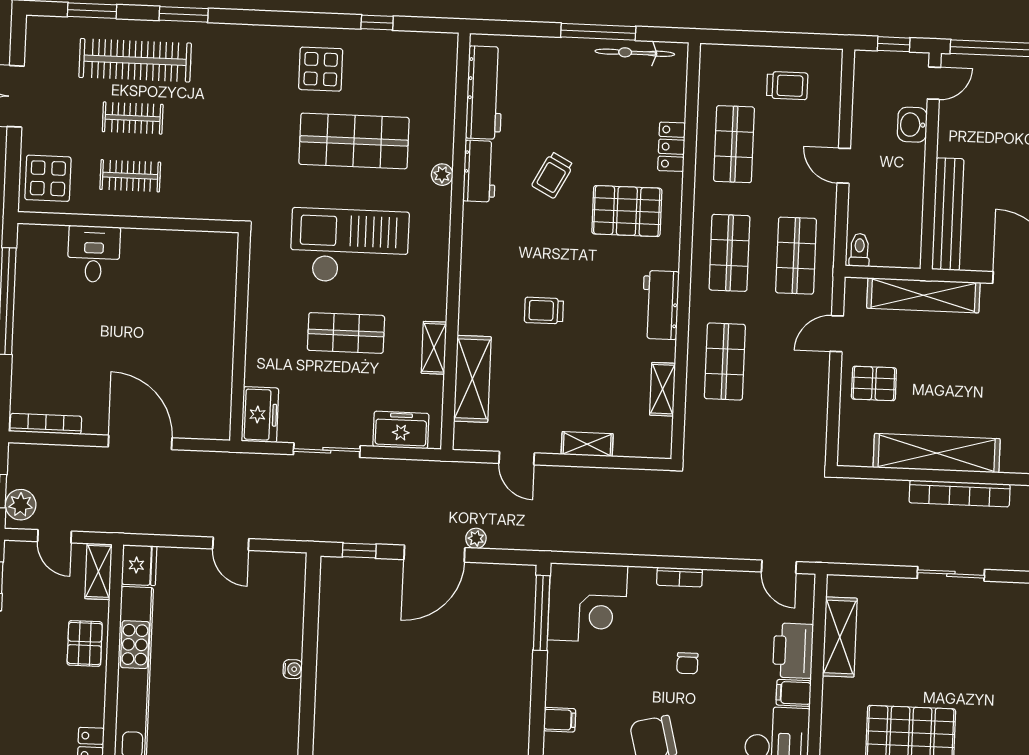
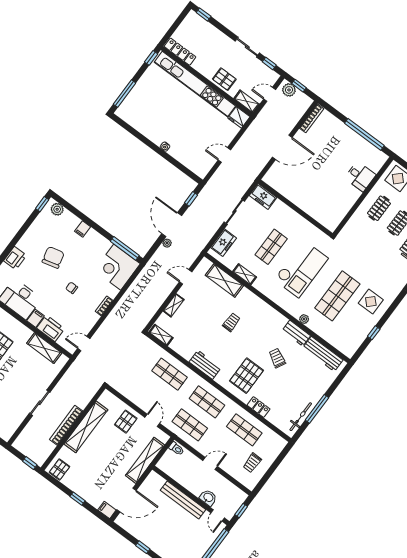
bench: (948, 214) -> (183, 500), moved
shelving: (663, 389) -> (161, 335), moved

